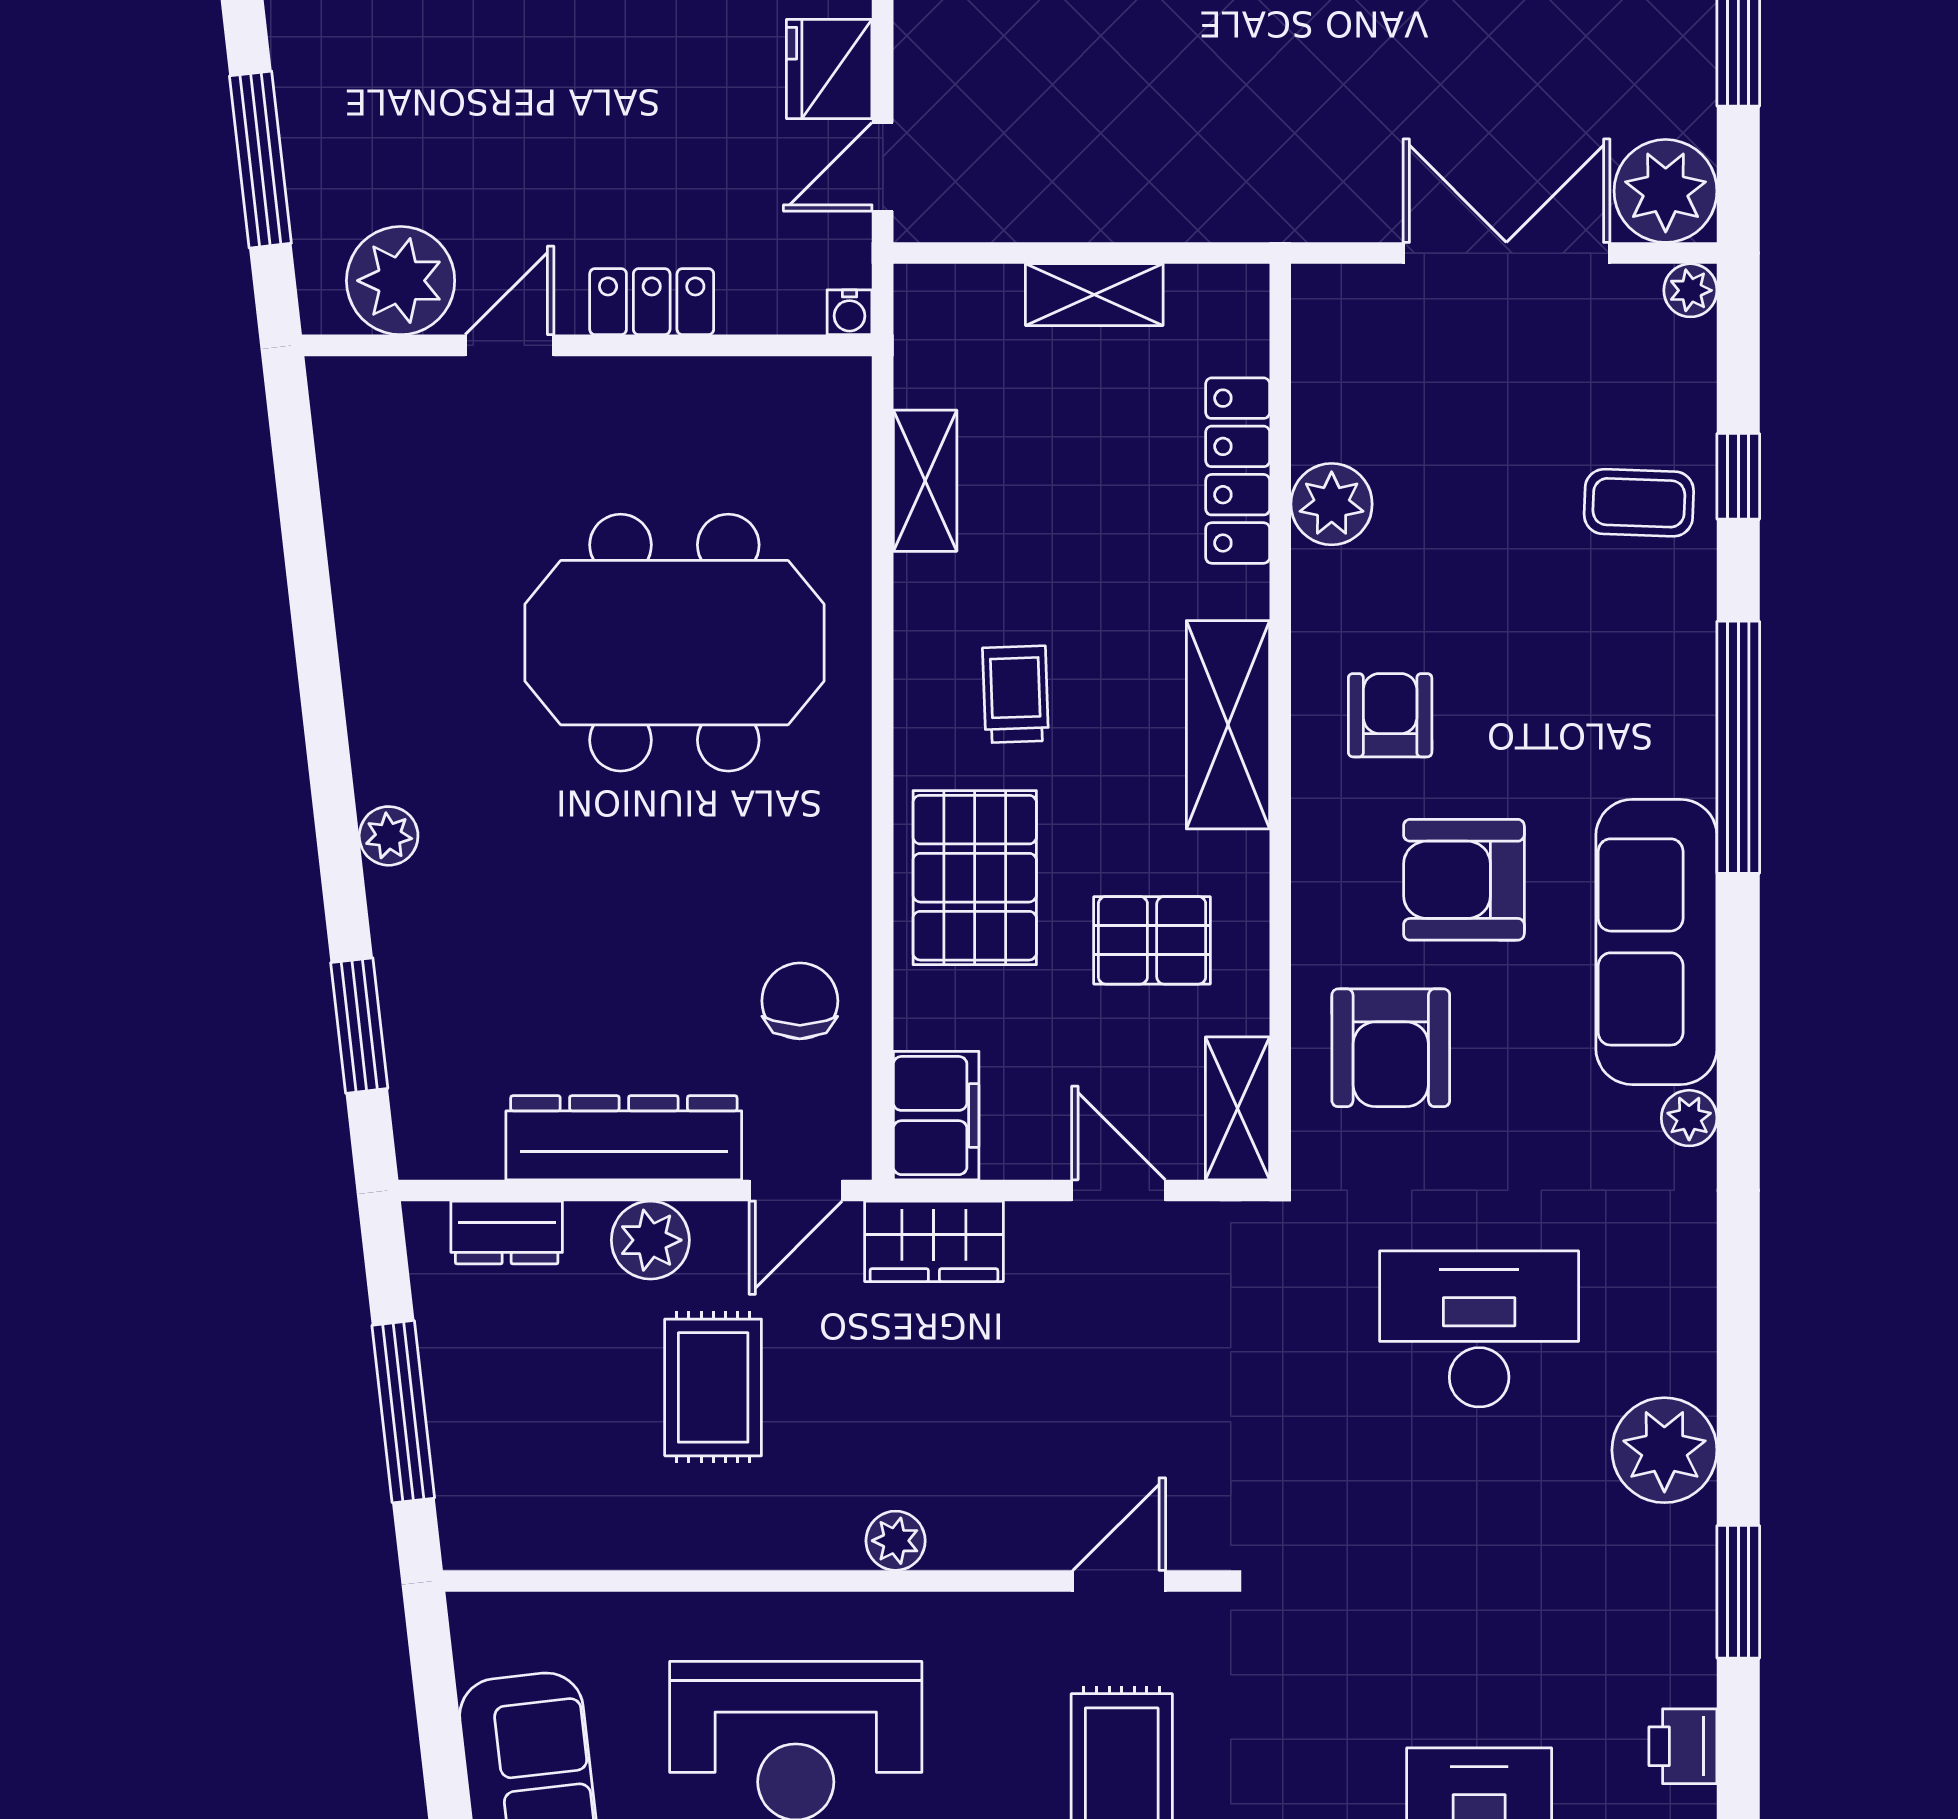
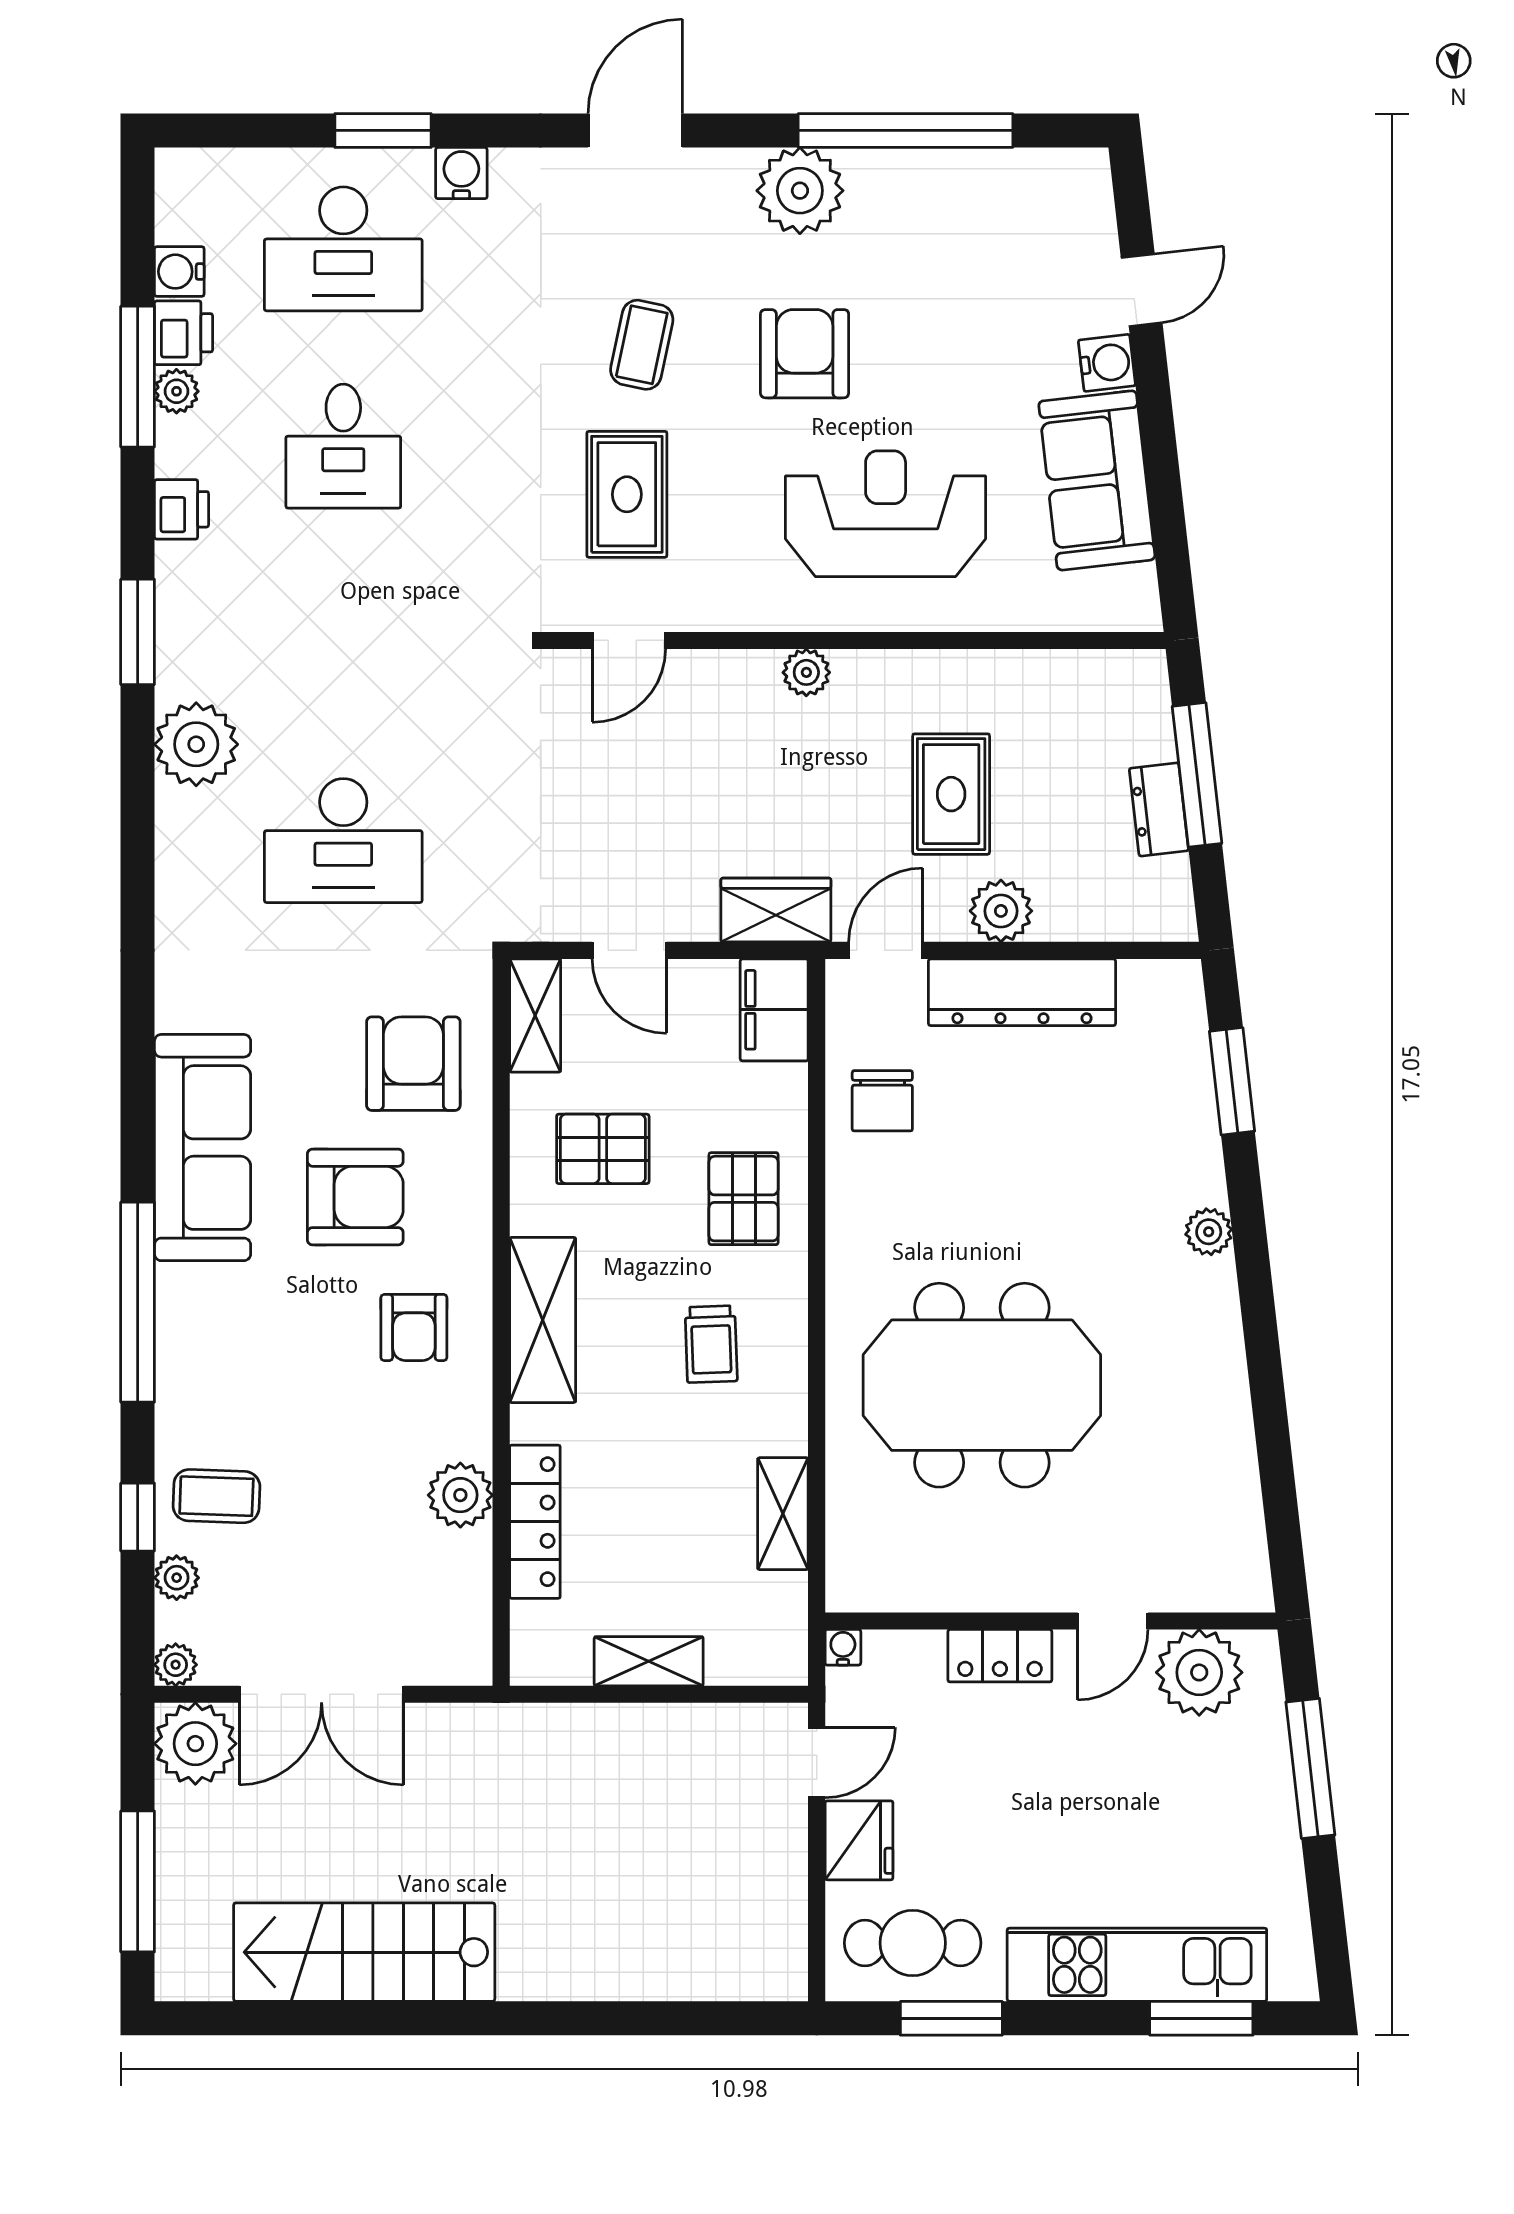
pallet: (975, 878) -> (744, 1199), width x0.67, depth x0.71
plant: (1689, 1118) -> (177, 1578), moved
dresser: (507, 1232) -> (1159, 809), moved, turned -97

